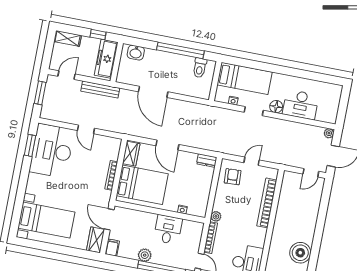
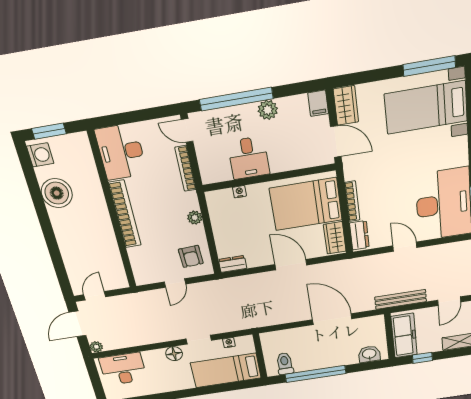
desk: (301, 105) -> (123, 369), moved
dresser: (114, 149) -> (359, 235), added
bookcase: (267, 203) -> (125, 214), moved
plant: (216, 216) -> (195, 218), moved
window: (38, 245) -> (429, 66), added

